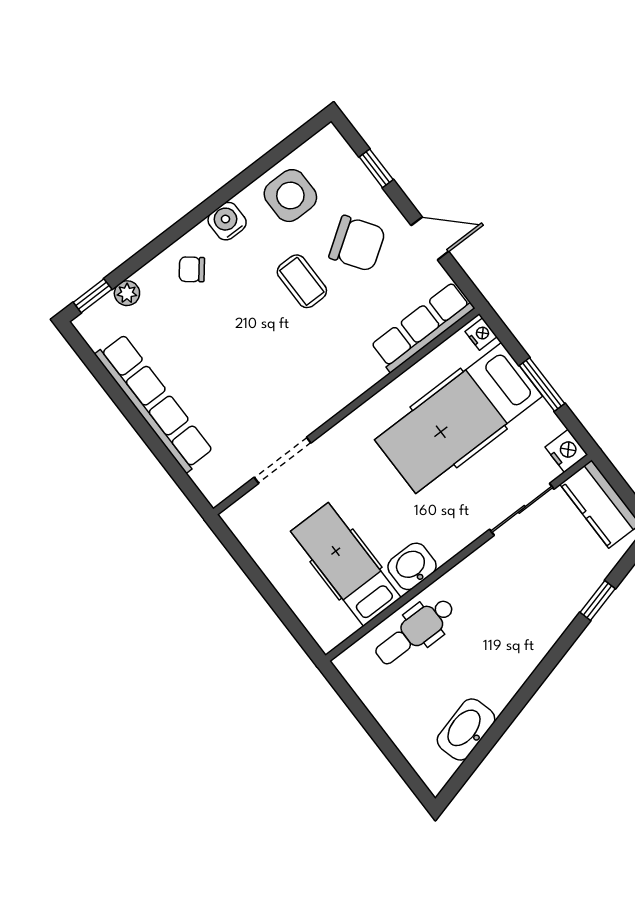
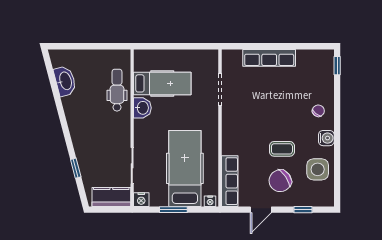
plant: (127, 293) -> (328, 79), removed
row of seats: (154, 403) -> (269, 58), width x0.73

